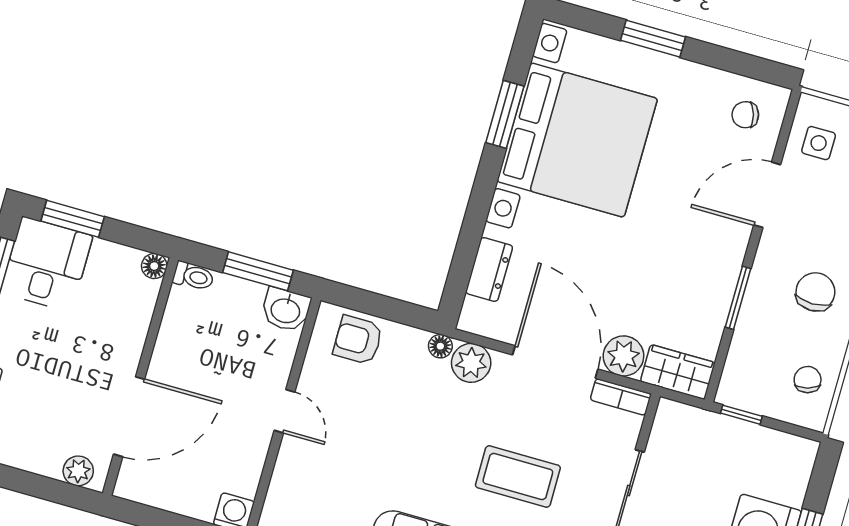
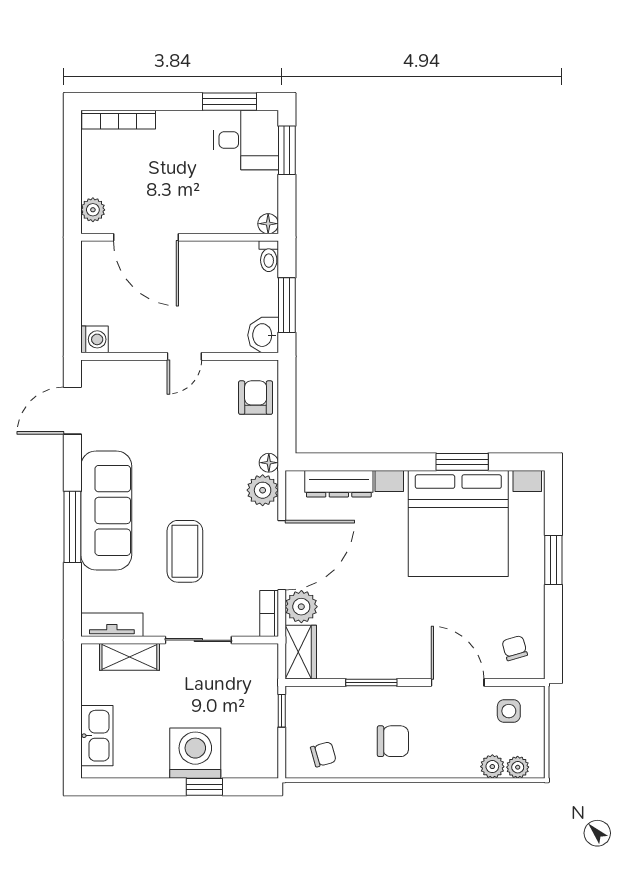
dresser: (489, 269) -> (339, 484), width x1.44

